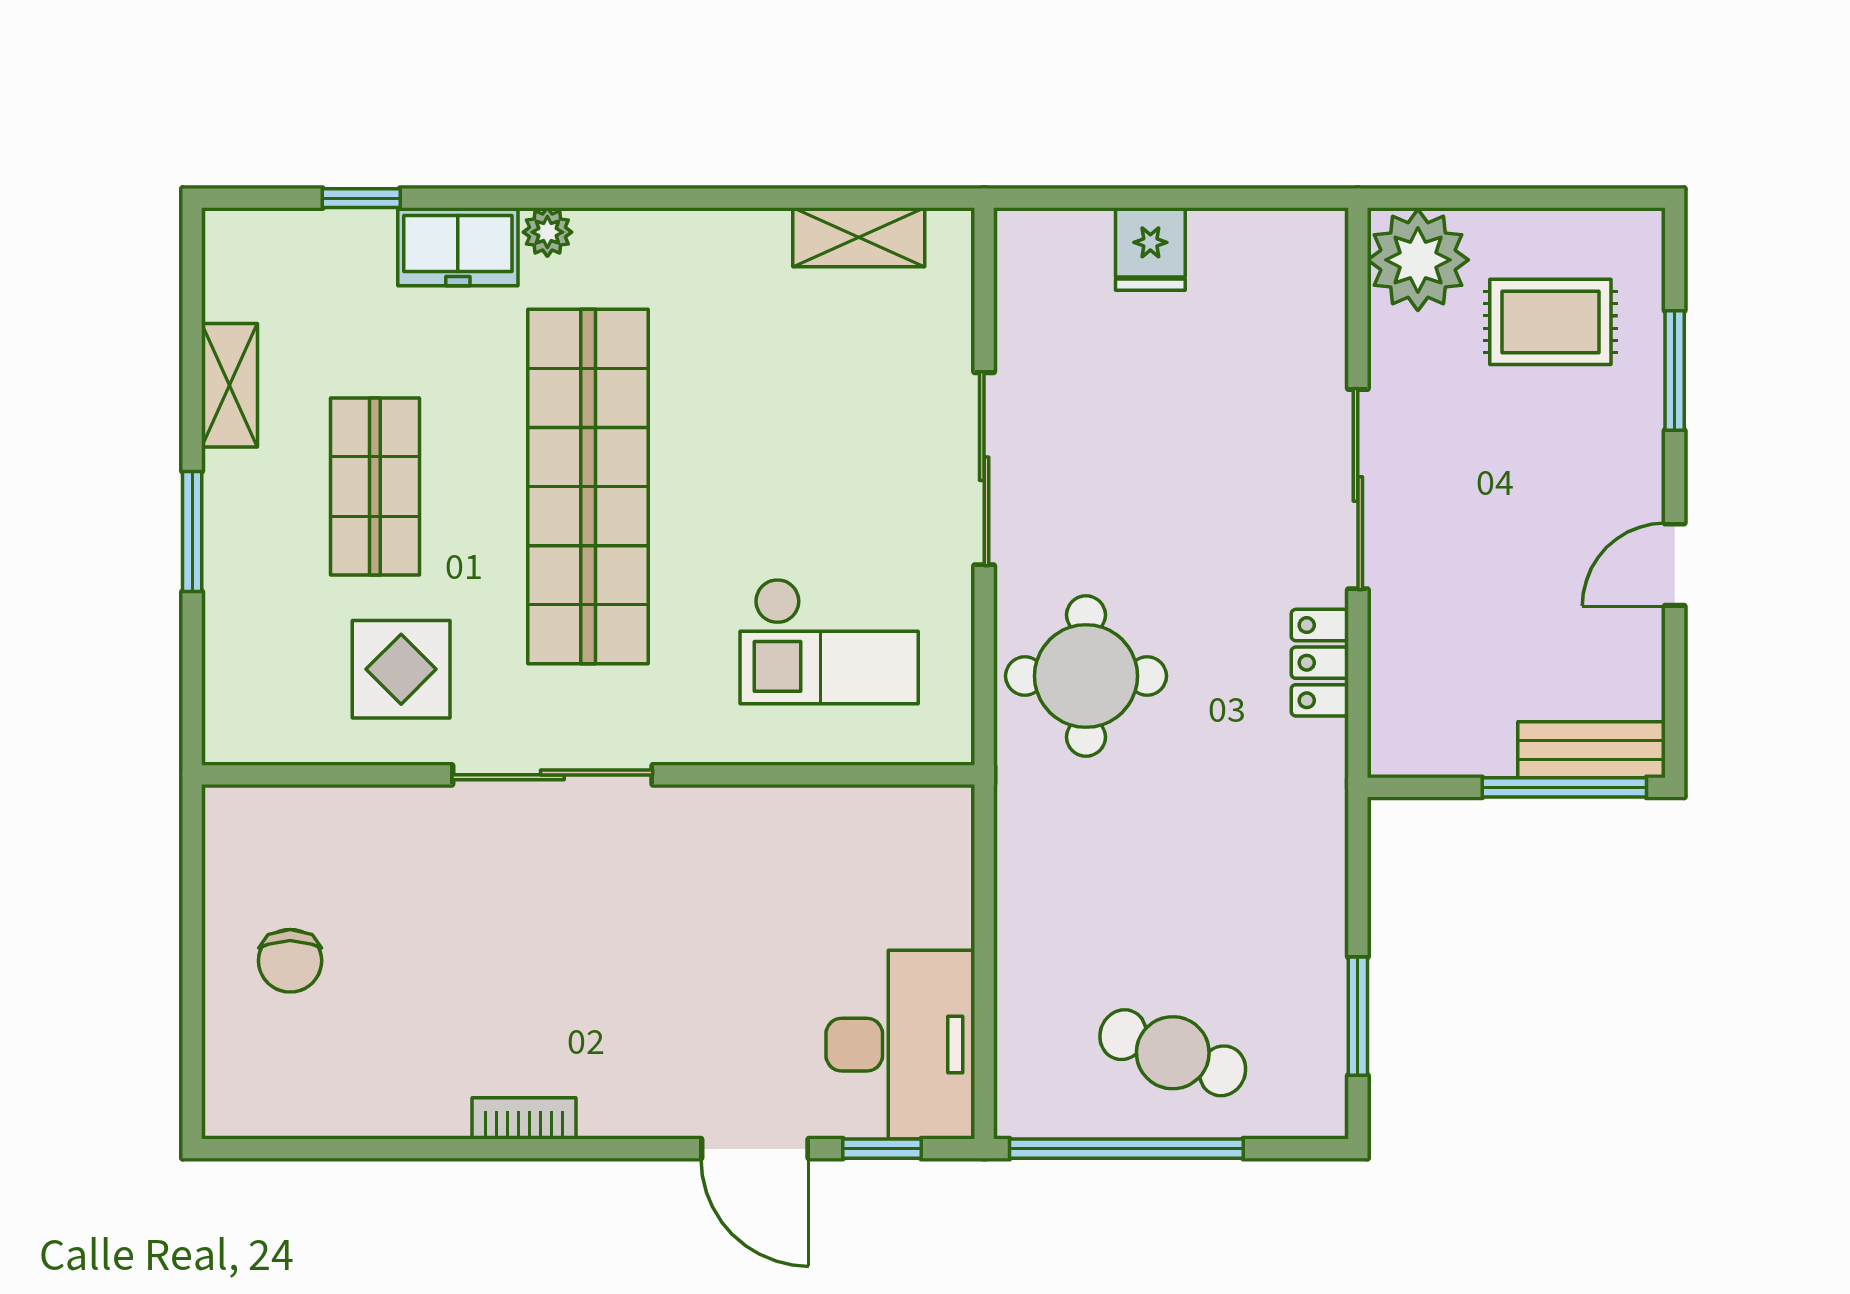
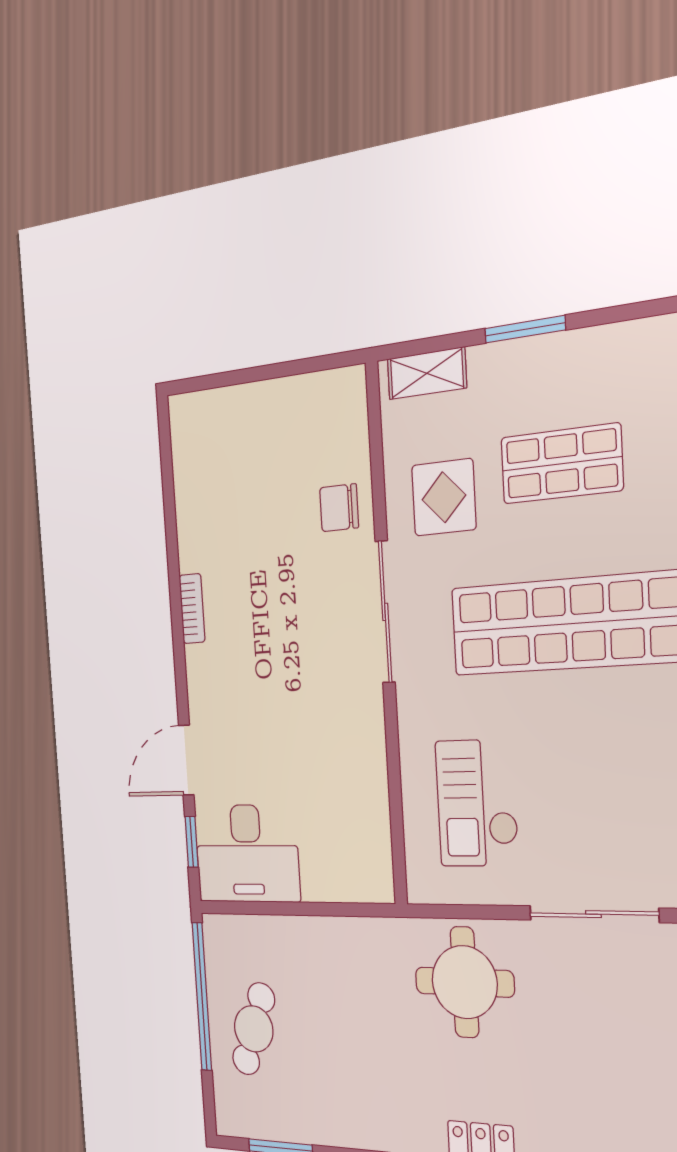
shelving: (229, 385) -> (427, 373), moved
chair: (290, 961) -> (339, 508), moved

